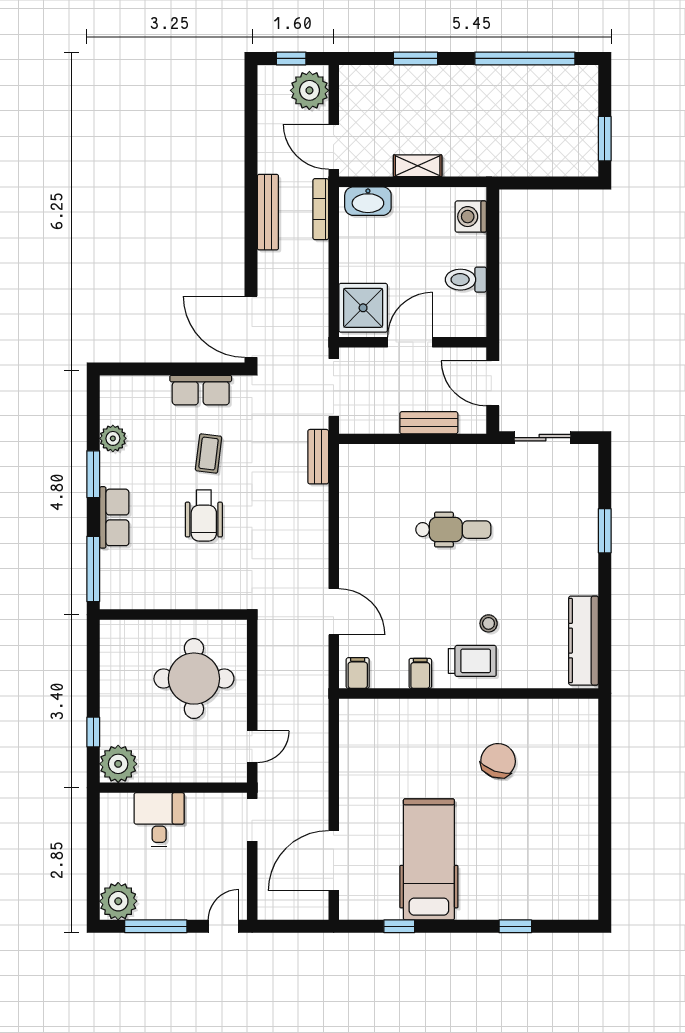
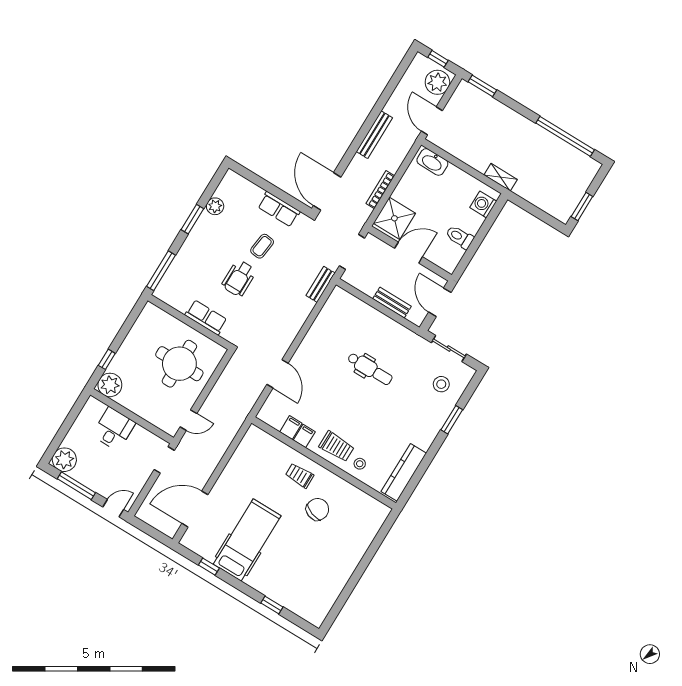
window: (415, 58) -> (482, 86), moved
shelving: (418, 166) -> (501, 177), moved
bookcase: (321, 209) -> (380, 190), moved
stool: (562, 492) -> (441, 384), added
row of seats: (114, 517) -> (206, 317), moved, turned -90
stool: (489, 623) -> (360, 464), moved
filing cabinet: (358, 673) -> (291, 428), moved
trolley: (446, 730) -> (299, 475), added

